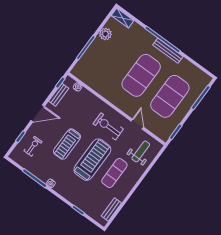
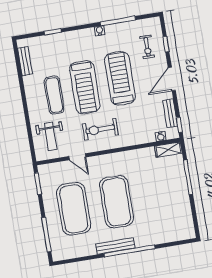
shelving: (123, 18) -> (168, 150), moved
plant: (105, 34) -> (183, 206), removed
exercise bike: (108, 126) -> (100, 129), turned 180
treadmill: (67, 144) -> (120, 78), width x1.37, depth x1.38

